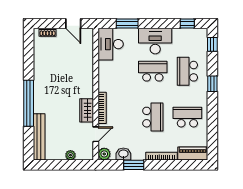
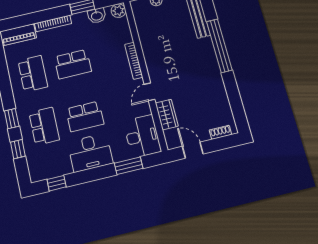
window: (212, 44) -> (18, 149), moved
wardrobe: (87, 110) -> (167, 115), moved
school desk: (153, 117) -> (73, 64), turned -90
school desk: (187, 117) -> (33, 74), turned -90
door: (96, 134) -> (150, 92), moved

